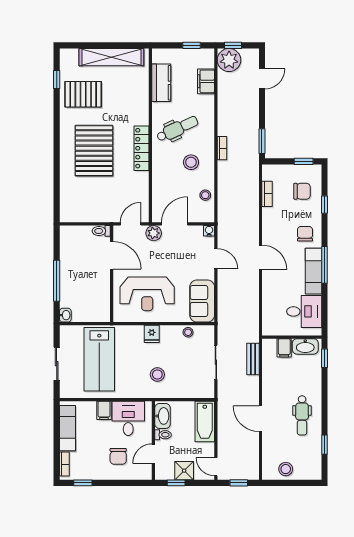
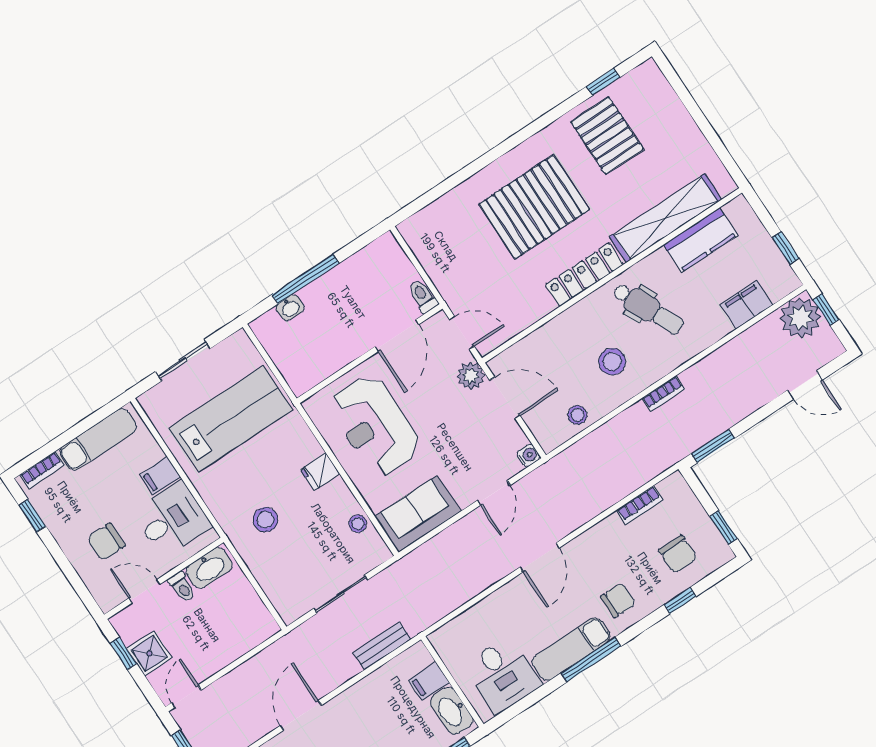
shelving: (111, 57) -> (666, 218), moved, turned 90
washbasin: (65, 315) -> (290, 308), moved
lab bench: (99, 359) -> (231, 419), turned 180
bathtub: (205, 421) -> (242, 636), removed

